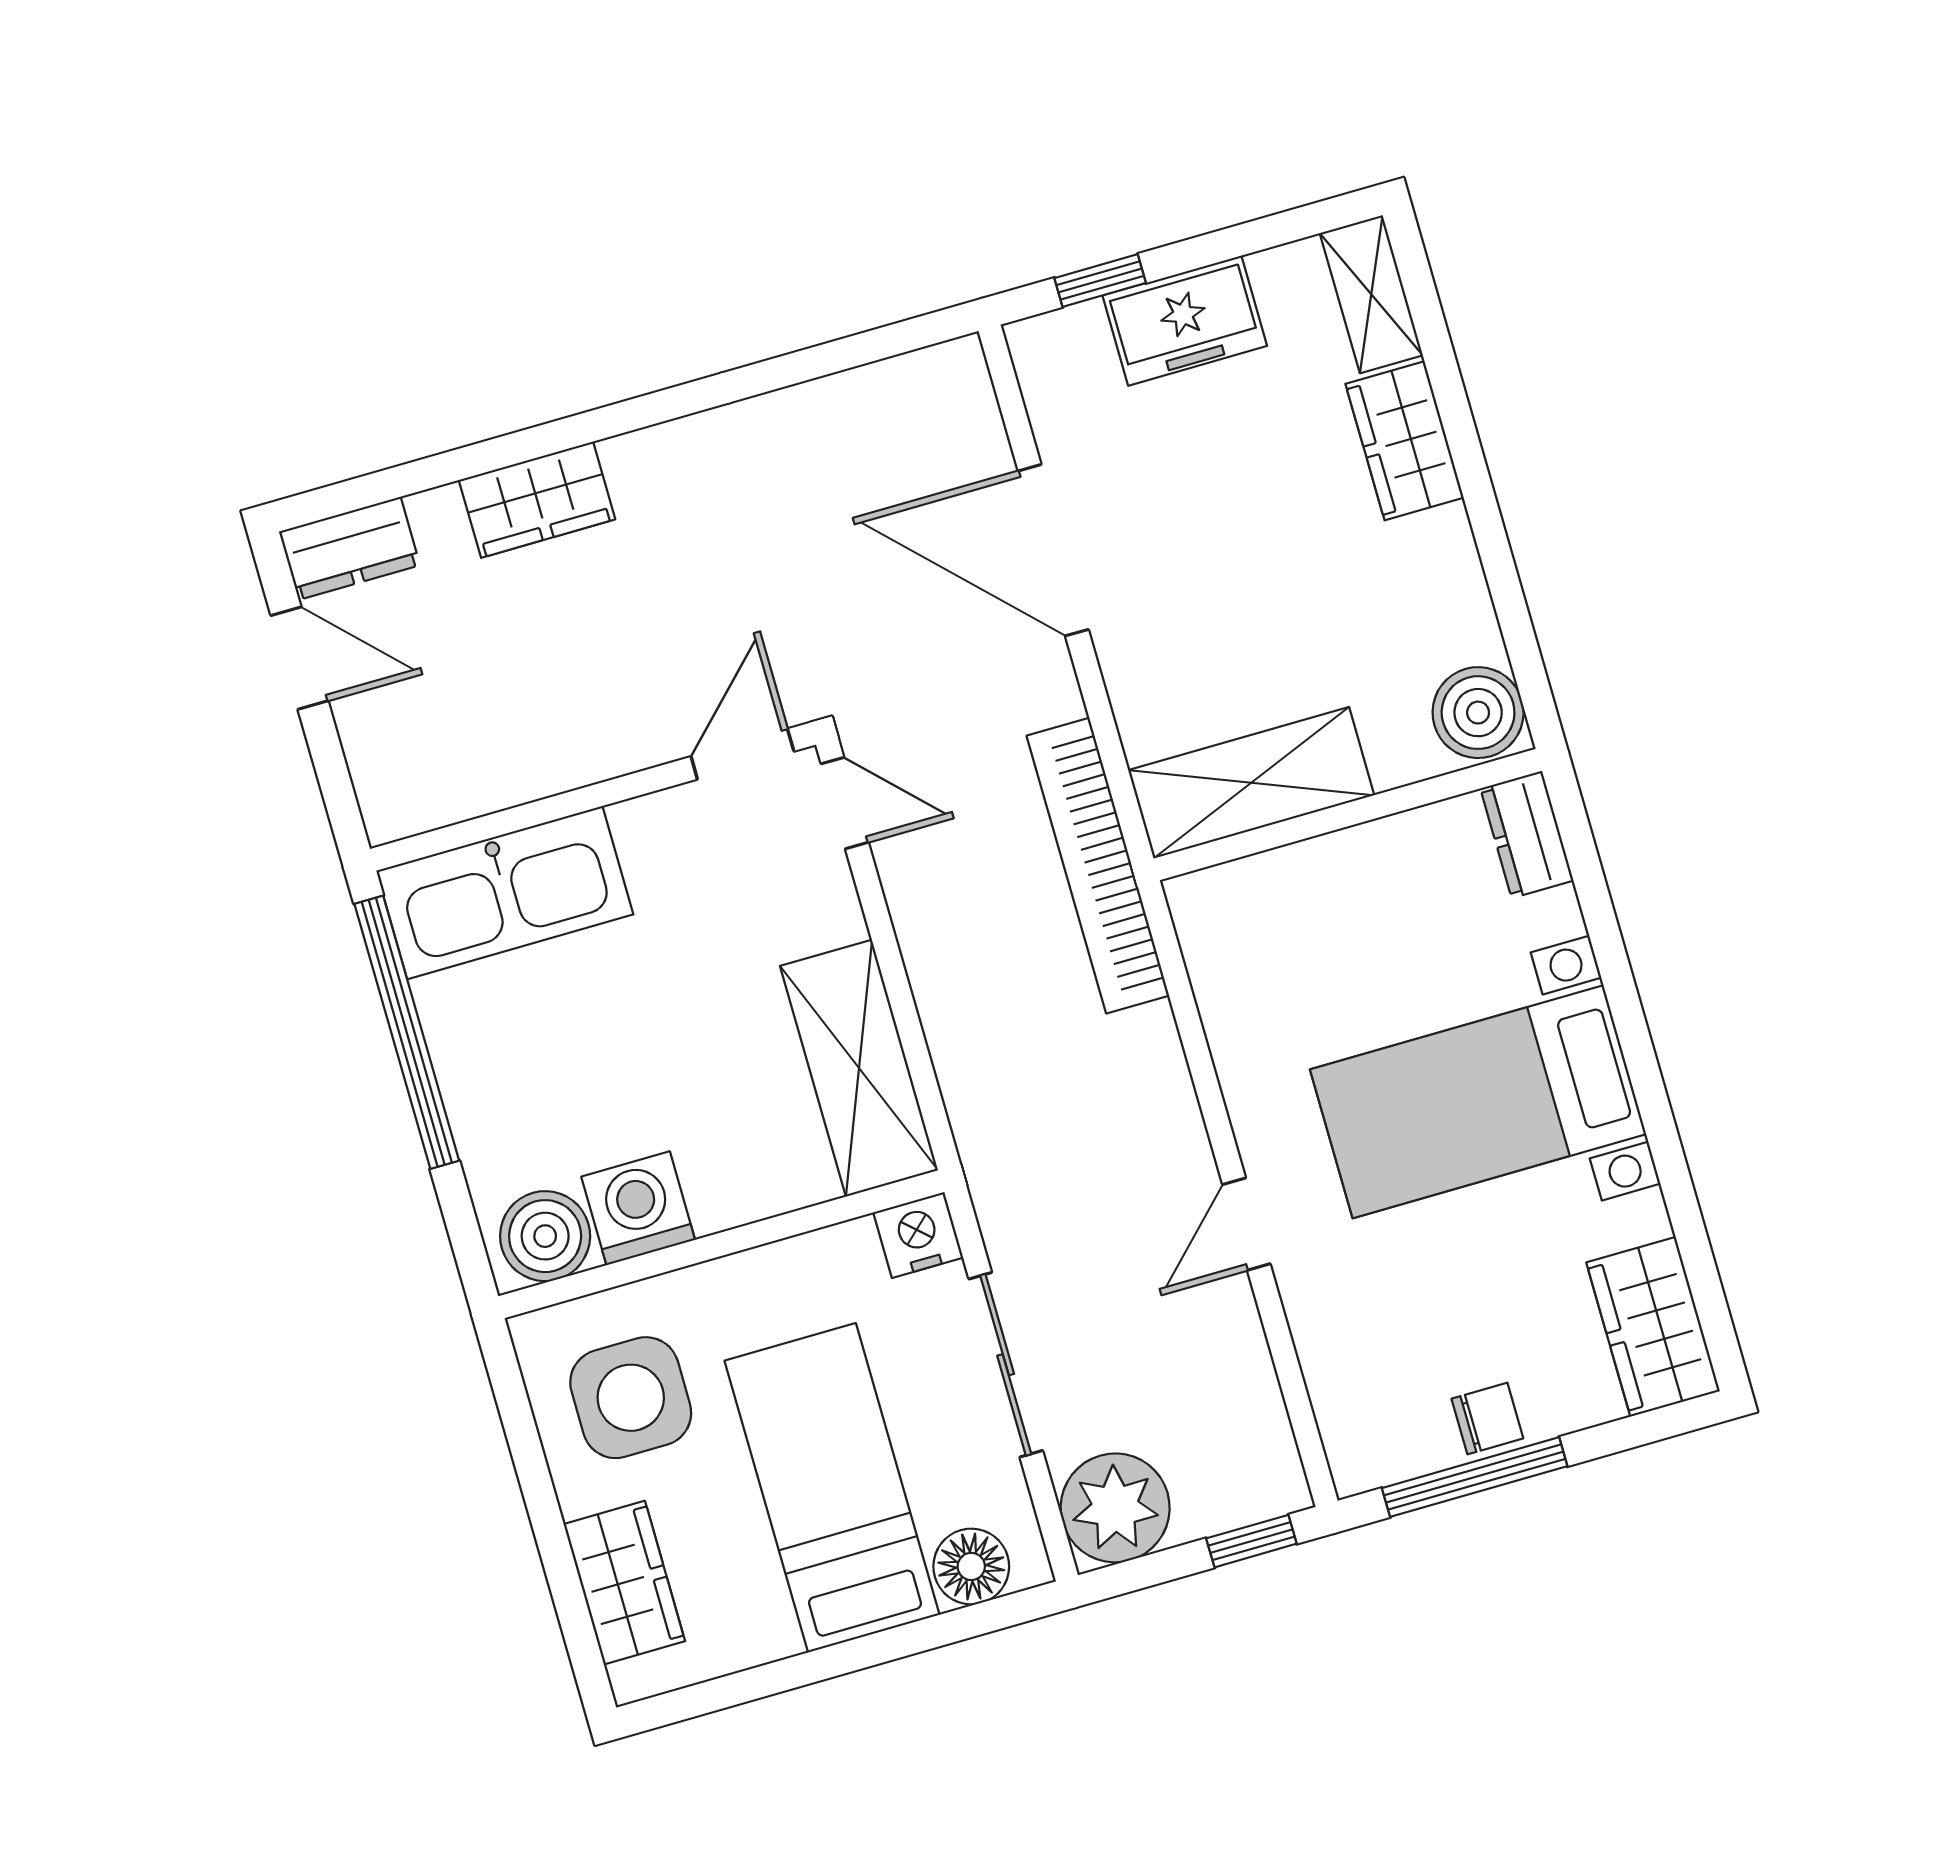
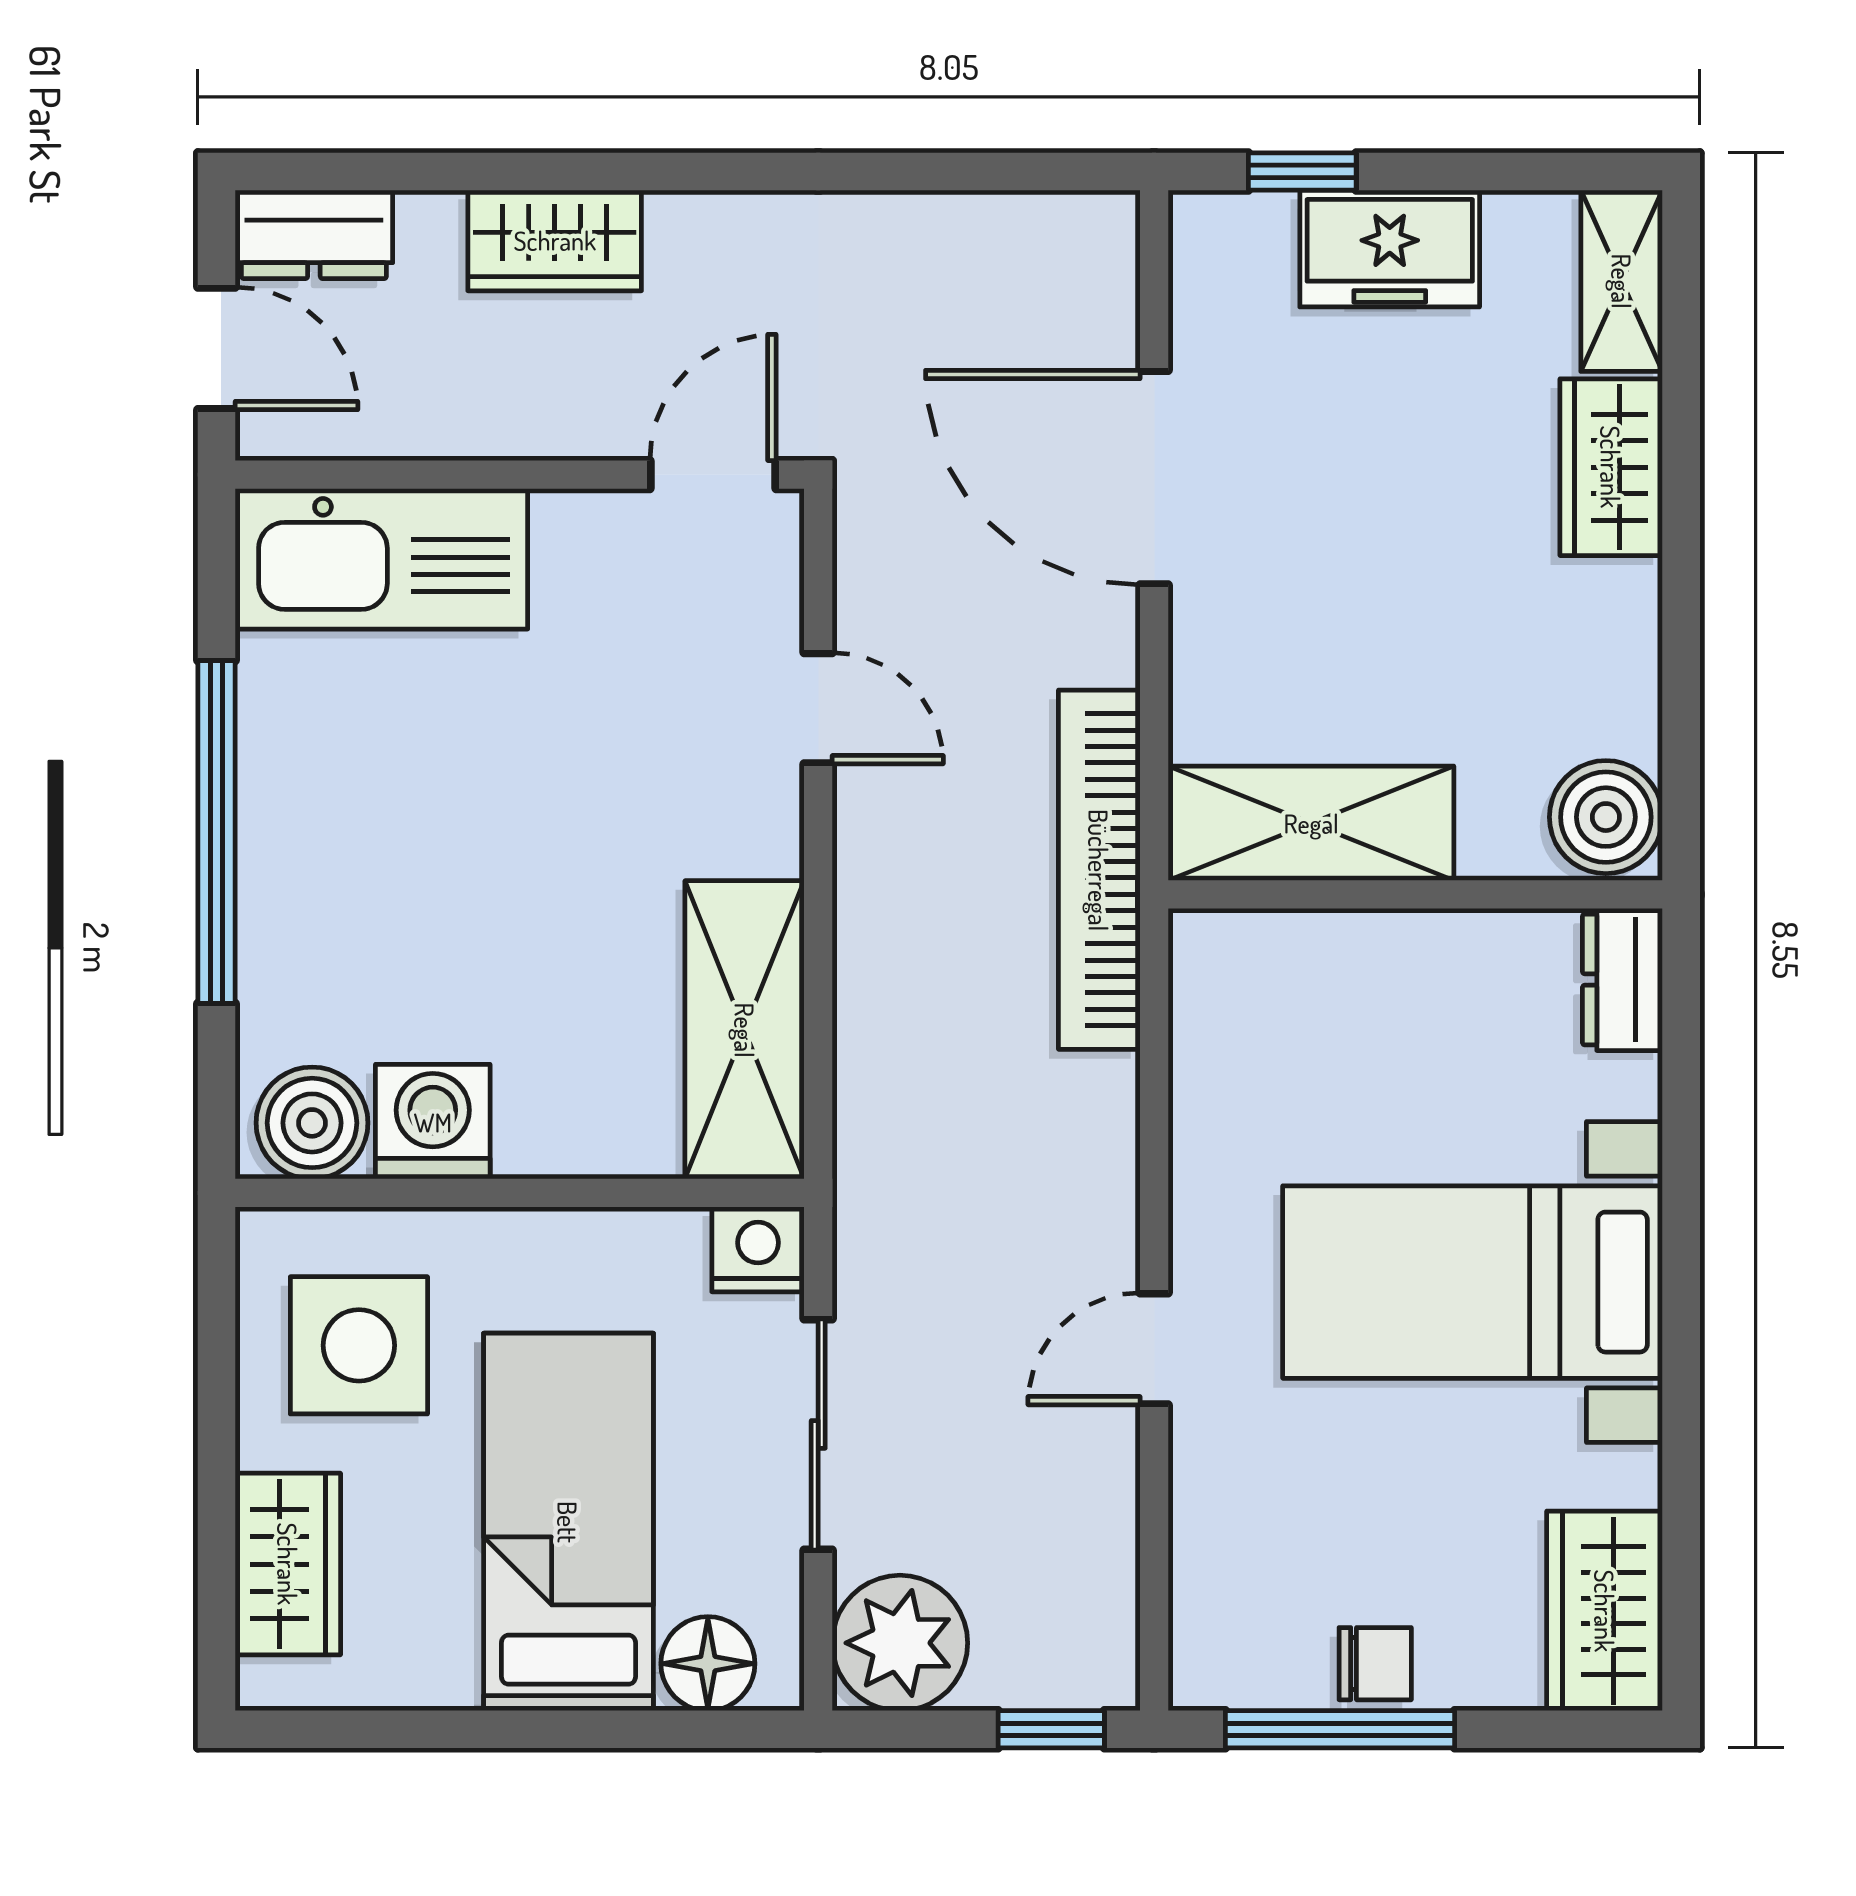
door: (742, 754) -> (713, 475), moved
wall: (593, 797) -> (520, 475), moved
kitchen sink: (505, 893) -> (381, 559), moved

